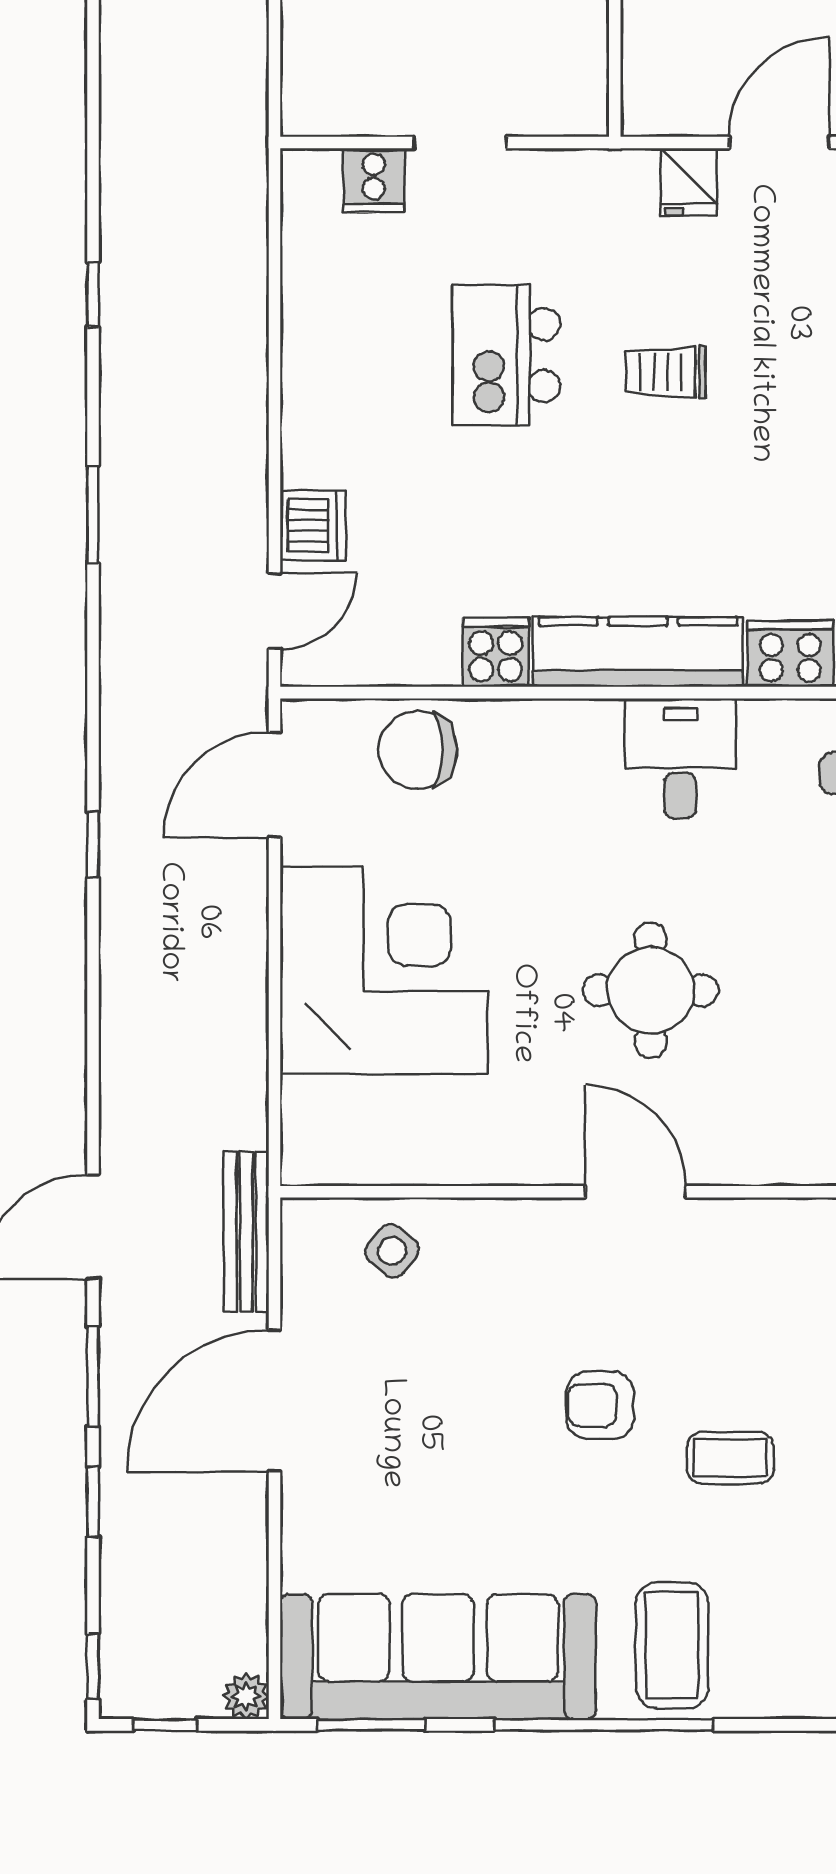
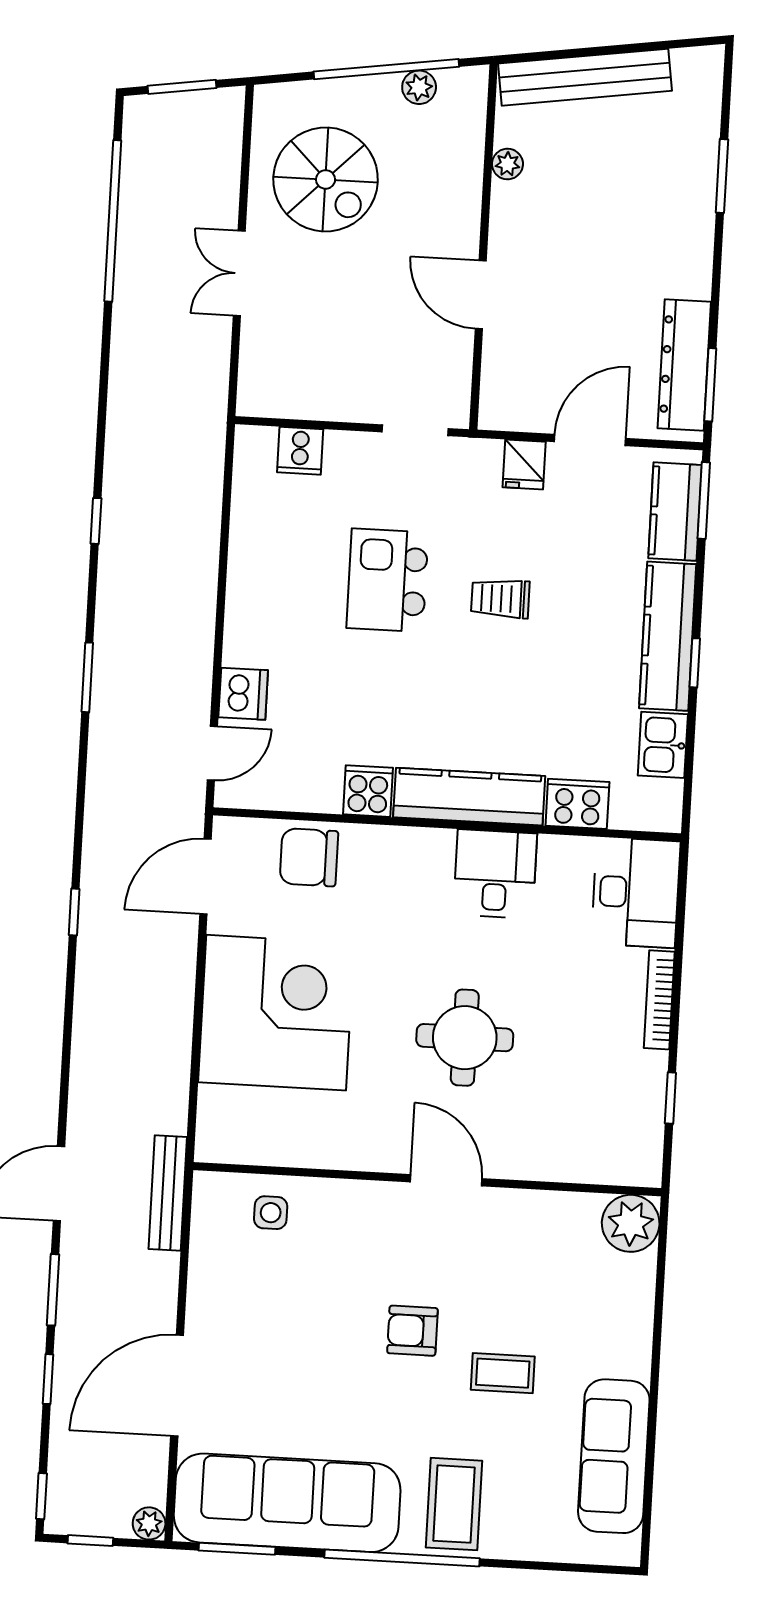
doorway: (460, 143) -> (415, 430), moved
side table: (392, 1251) -> (271, 1213), turned -38
door: (274, 1401) -> (177, 1386), moved

